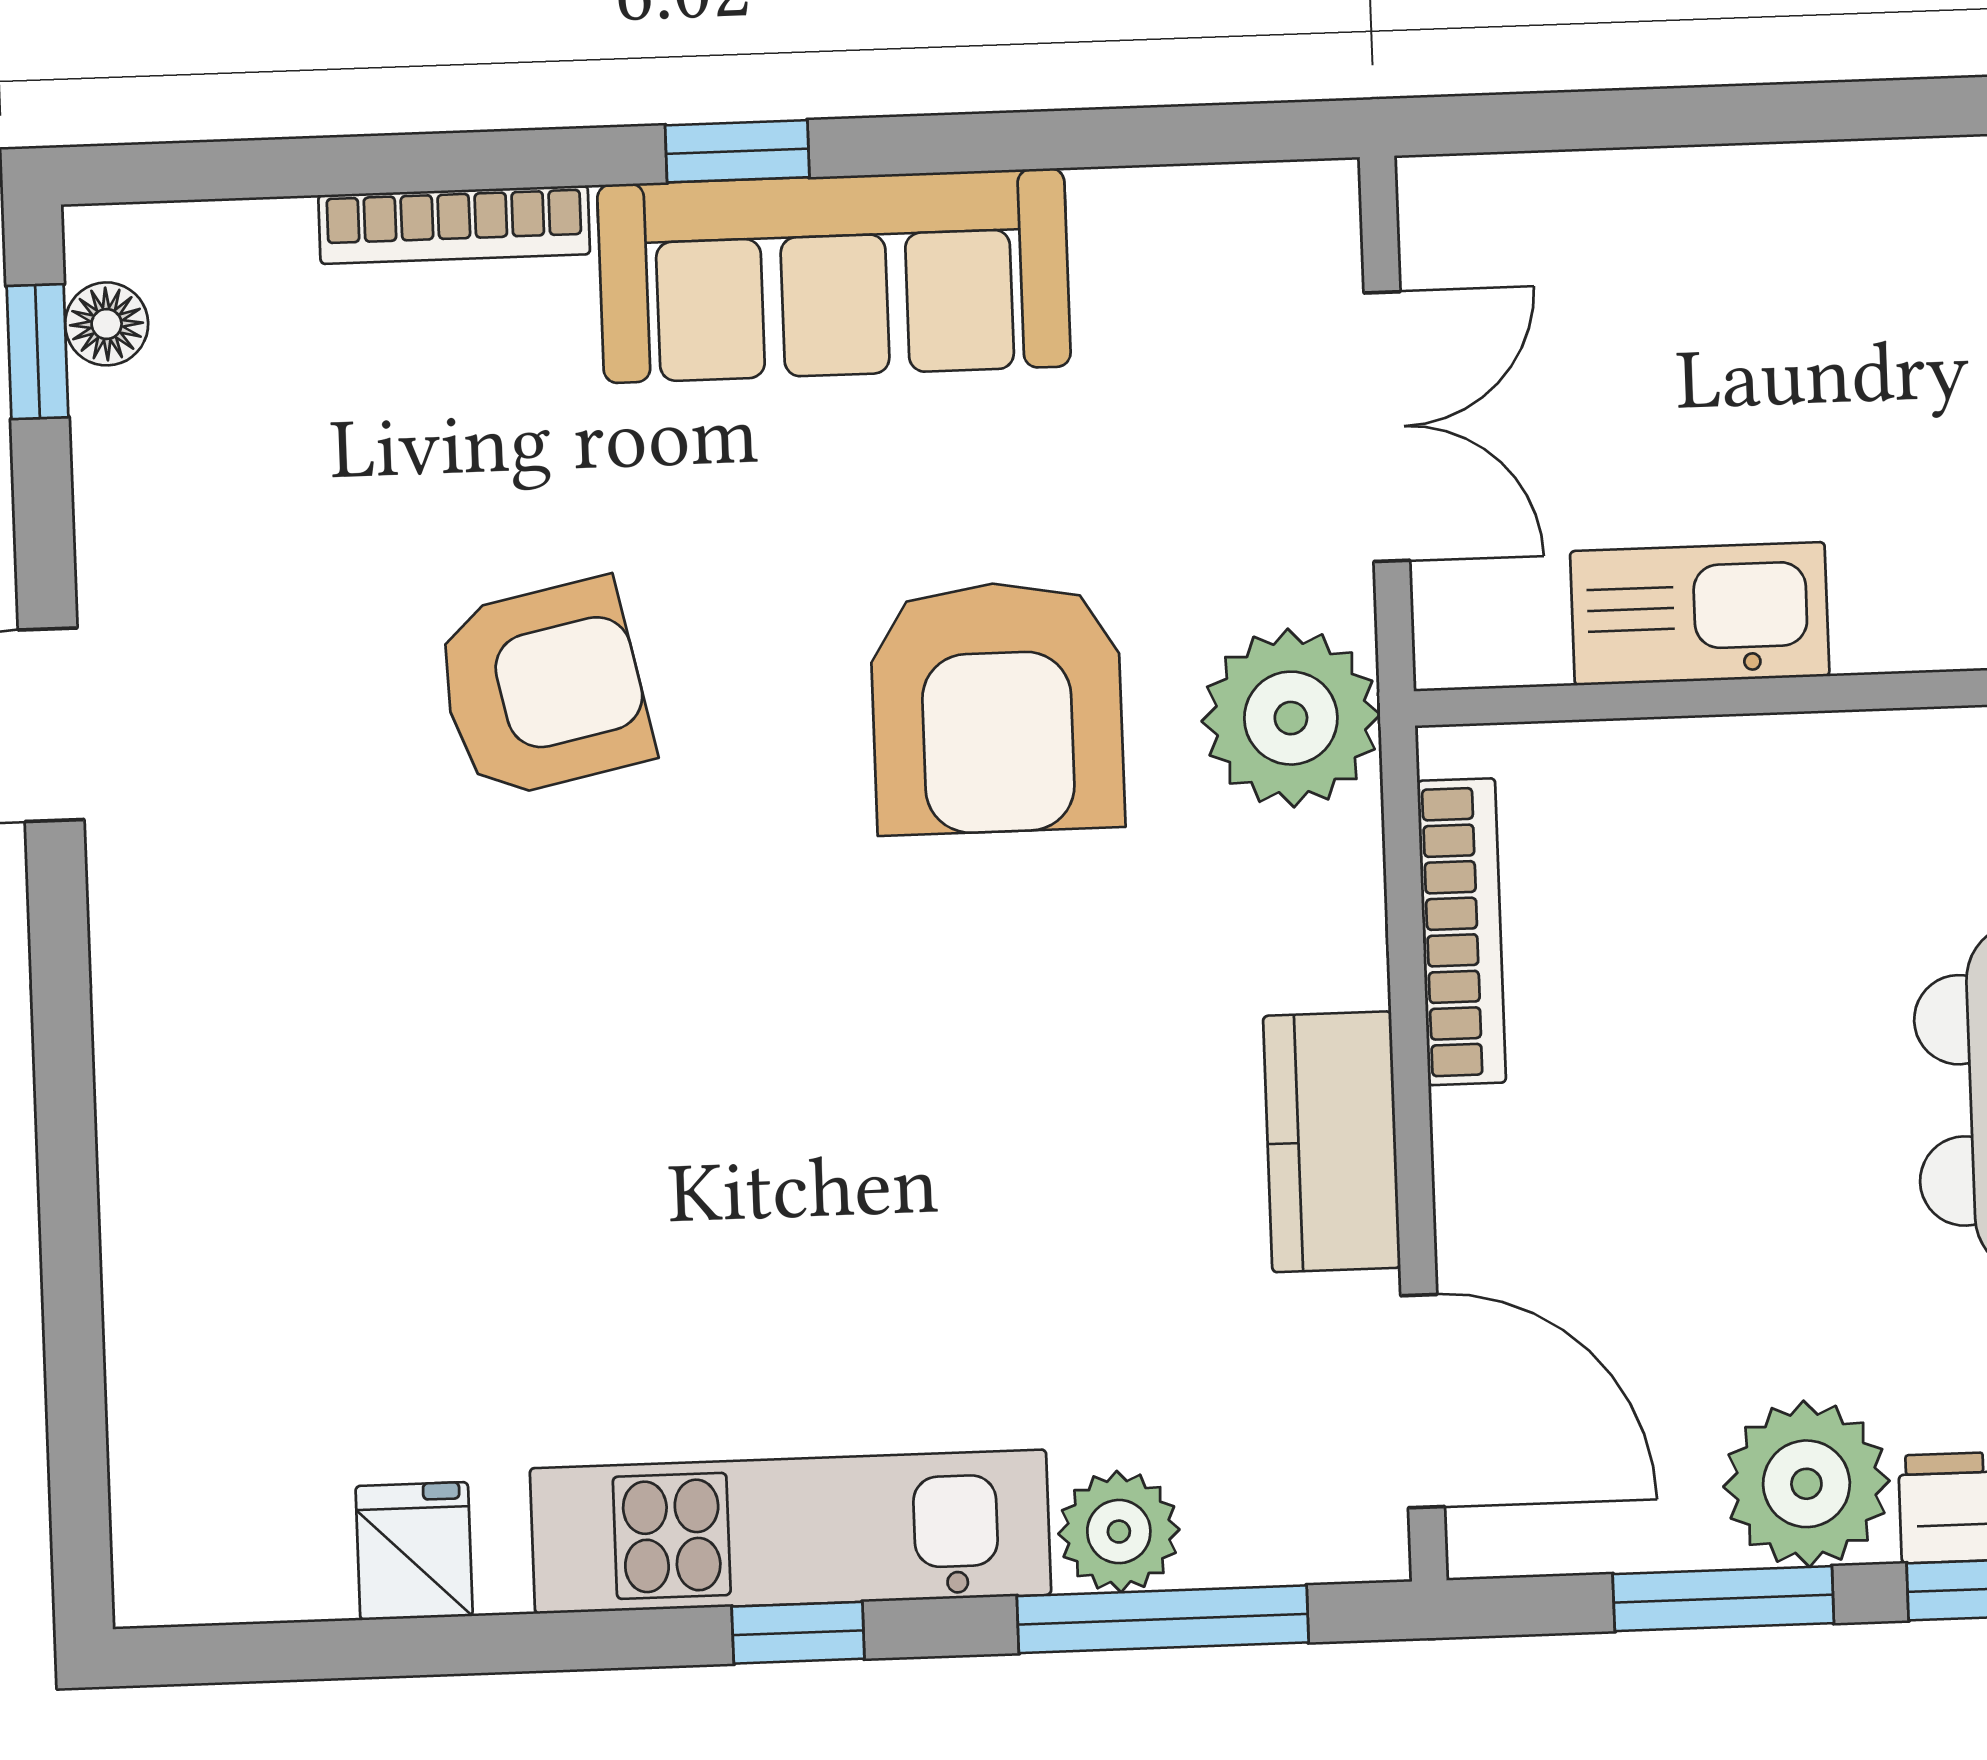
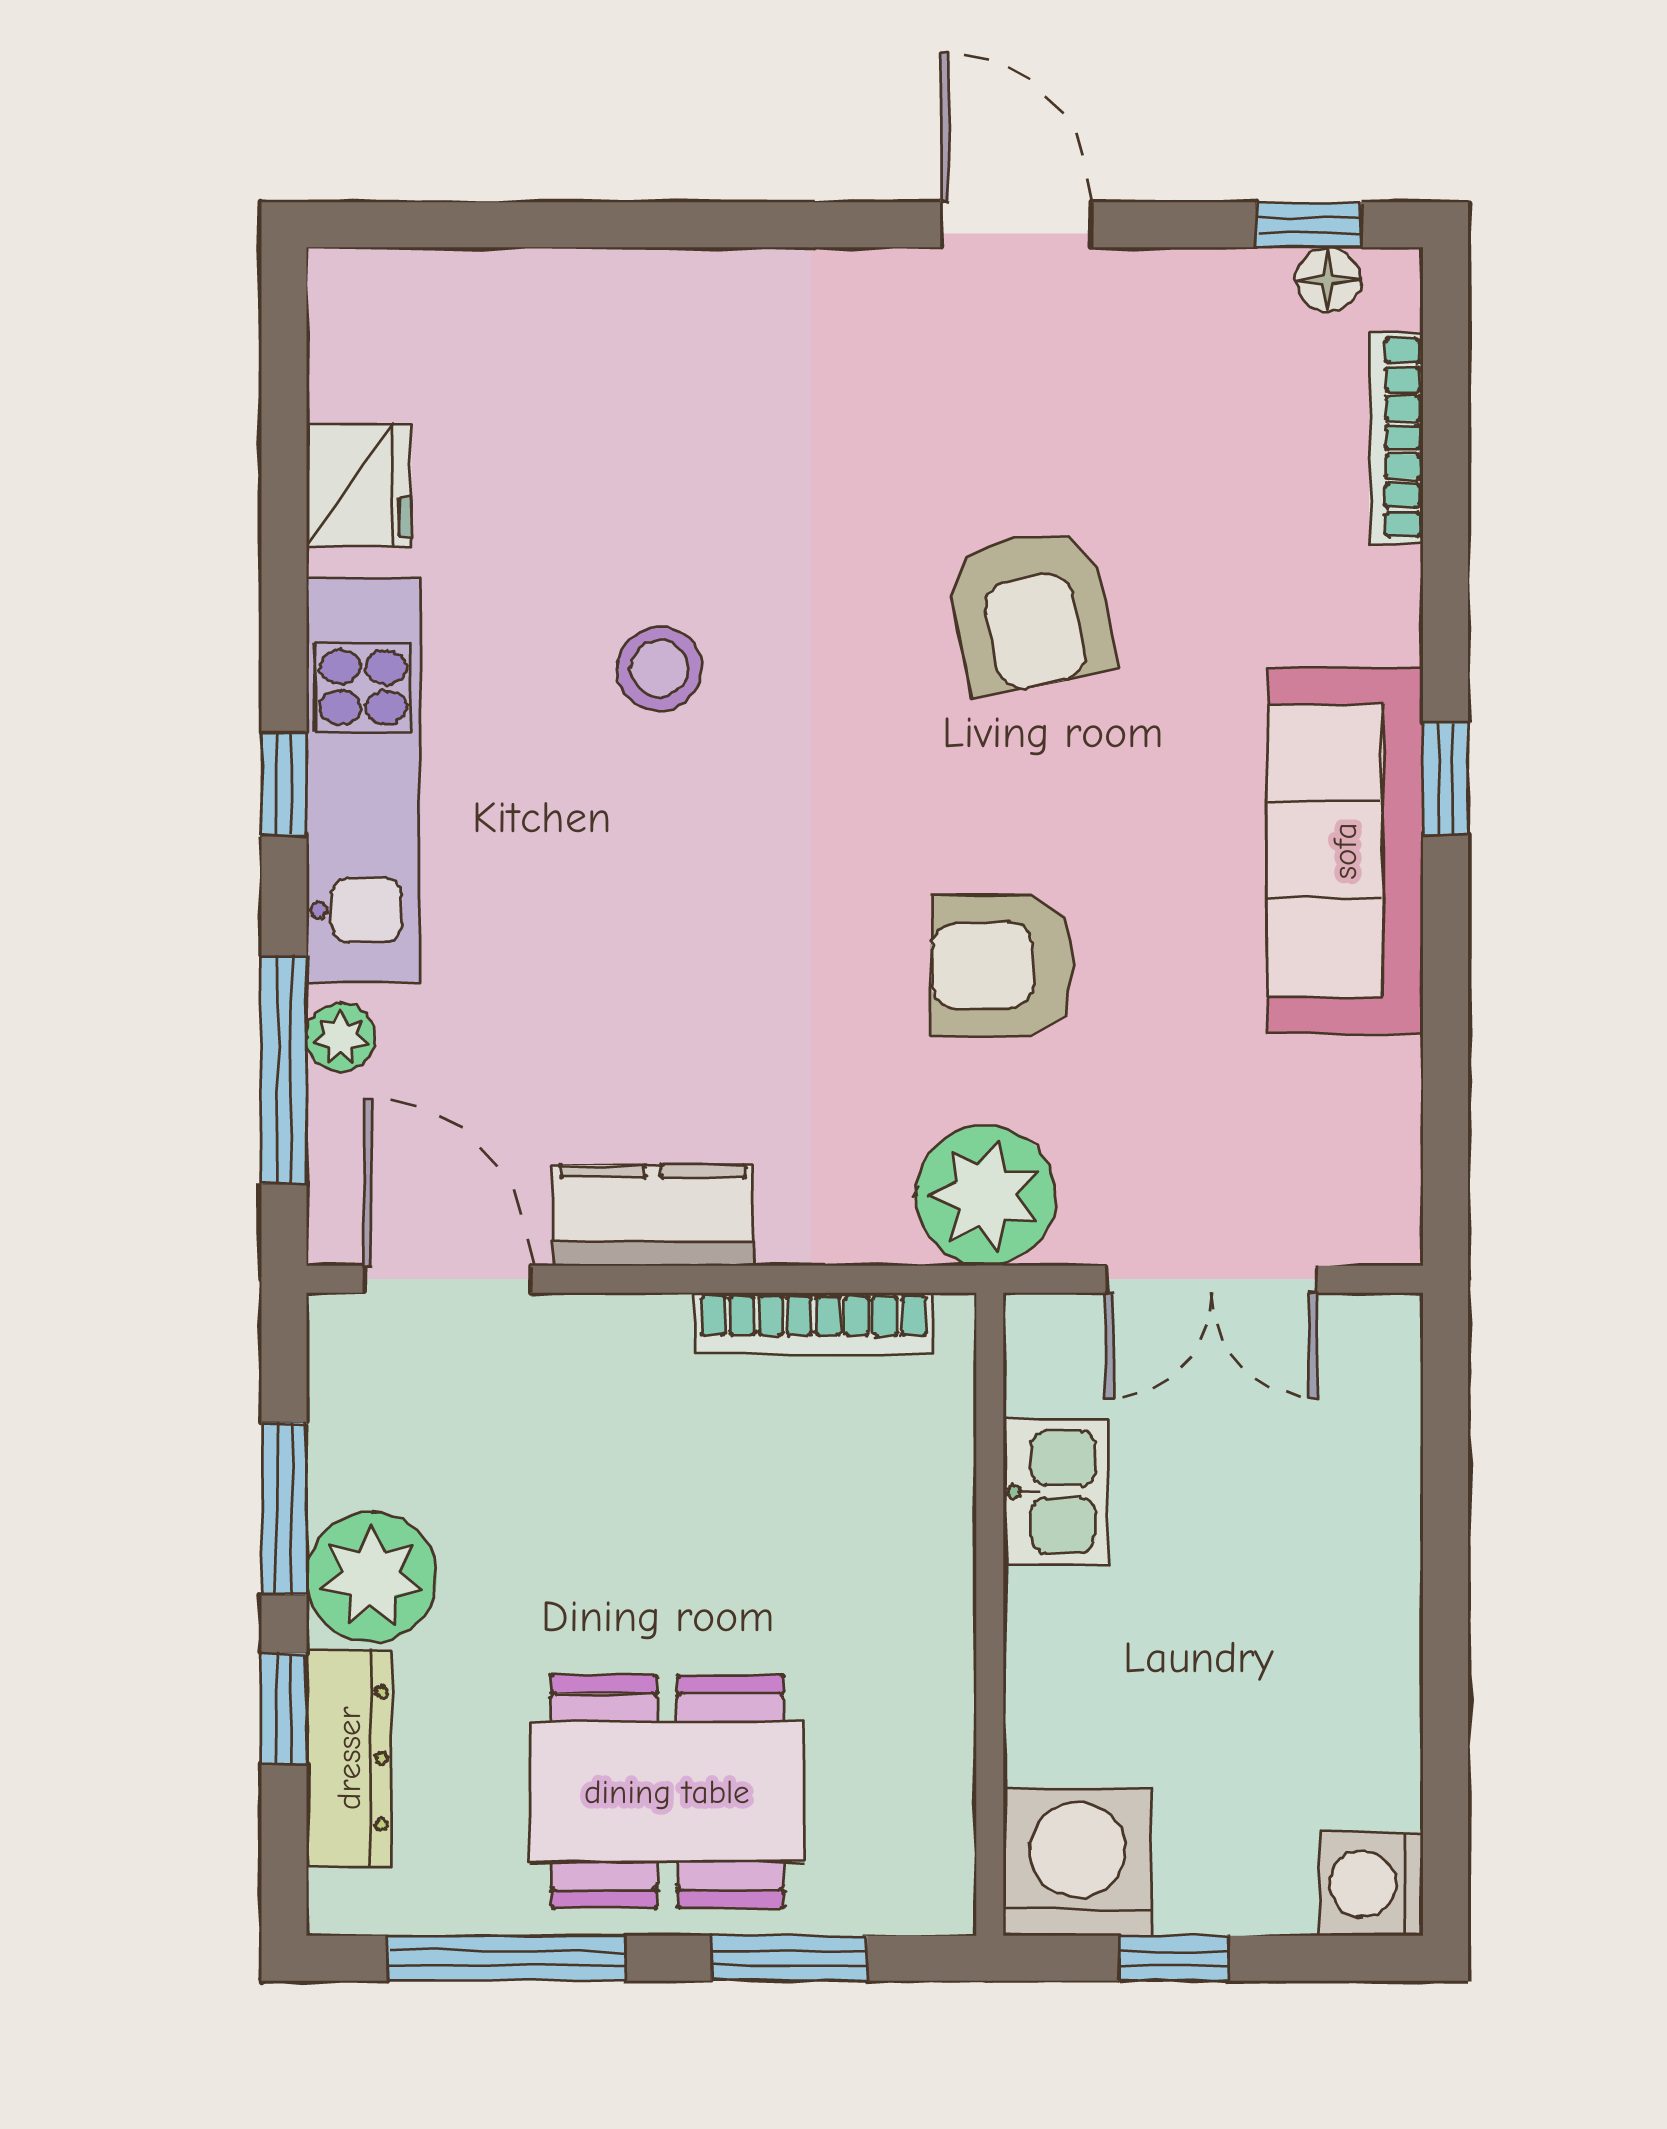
bookcase: (454, 225) -> (1396, 438), moved
kitchen sink: (1700, 614) -> (1056, 1491), width x0.73
armchair: (997, 708) -> (1002, 966), width x0.73, depth x0.73
stool: (634, 1159) -> (659, 669), added
door: (1423, 1401) -> (447, 1279), swing flipped
plant: (1119, 1532) -> (341, 1038), width x0.73, depth x0.73
fridge: (414, 1551) -> (359, 485), width x1.38

